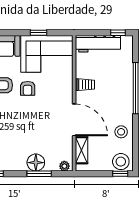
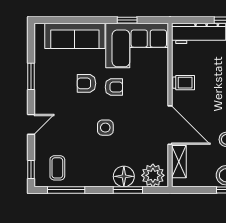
armchair: (28, 88) -> (114, 87), turned -90
side table: (20, 122) -> (105, 128), added
plant: (64, 166) -> (153, 175), width x1.88, depth x1.88

